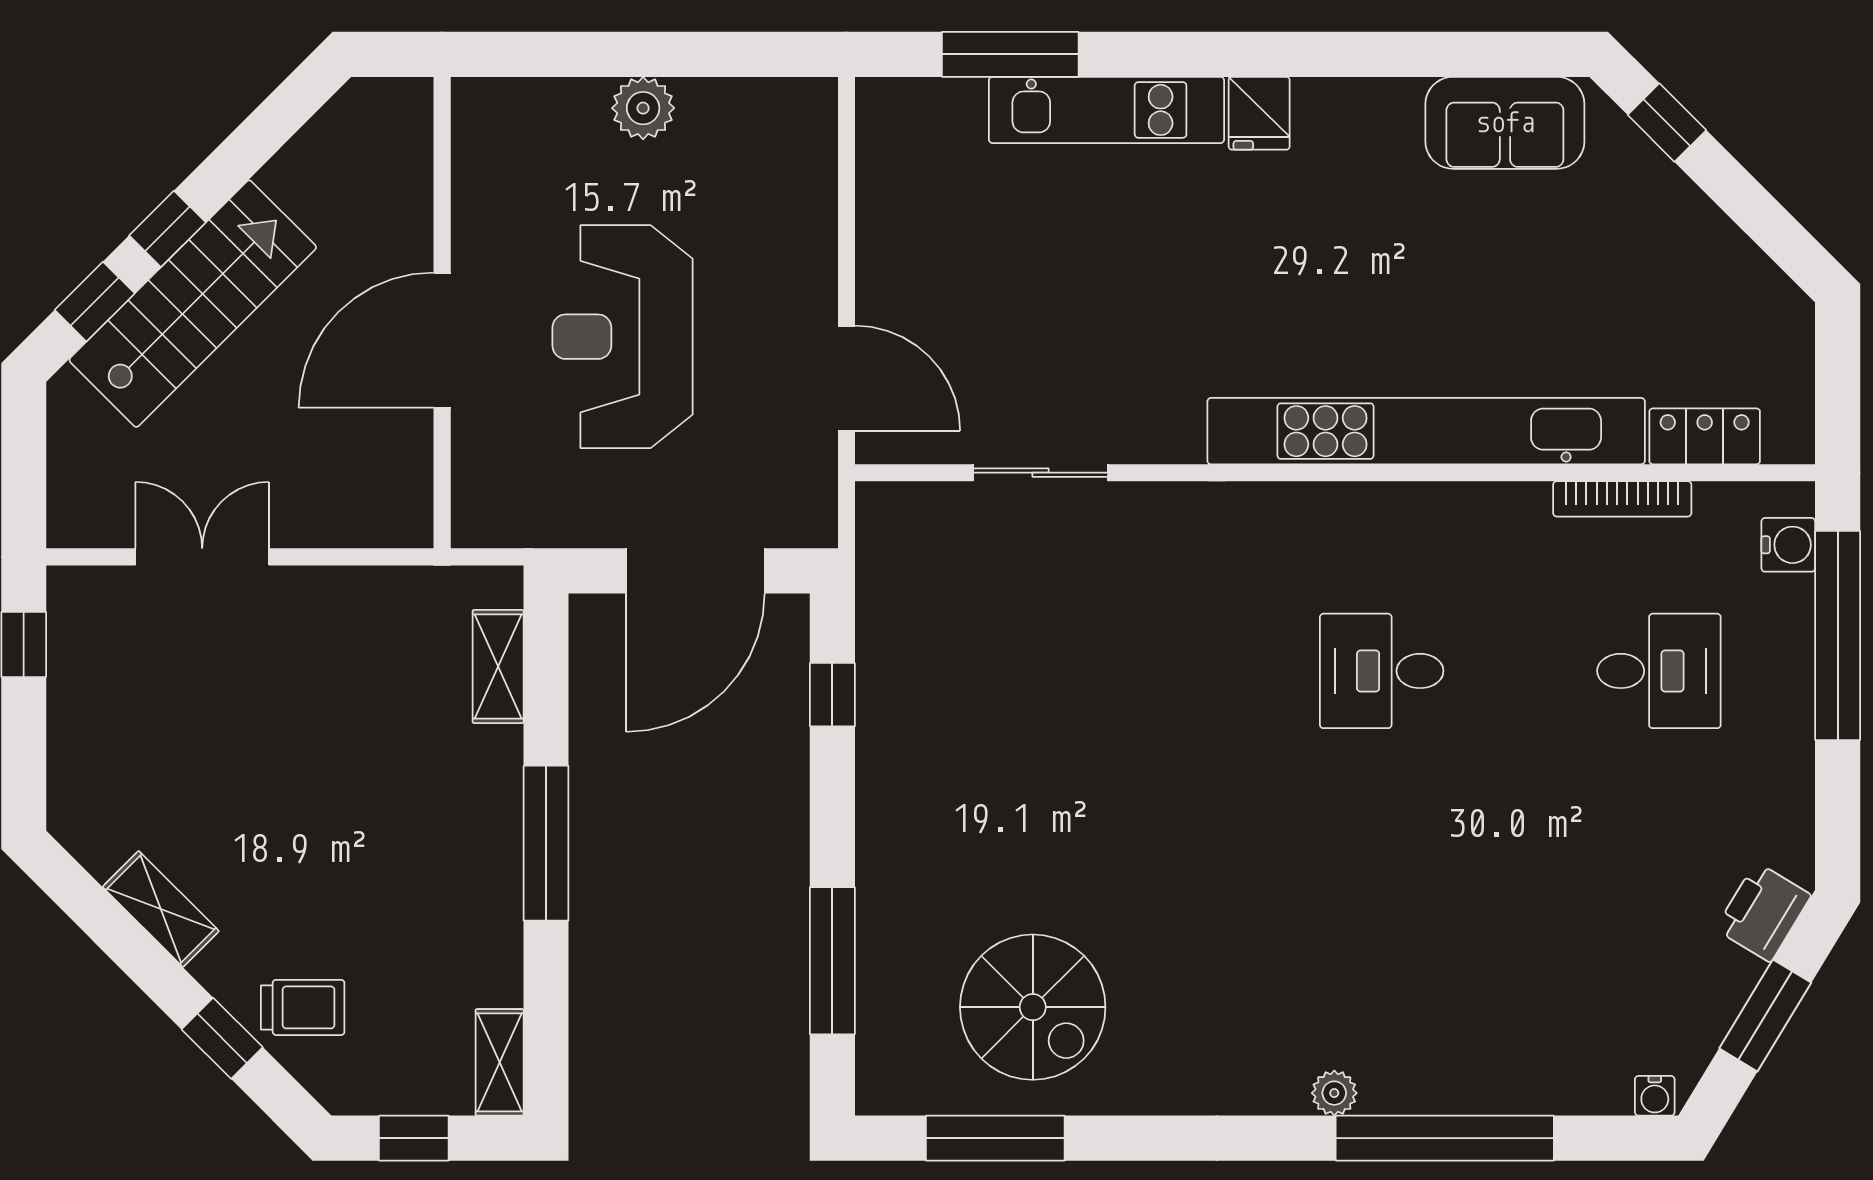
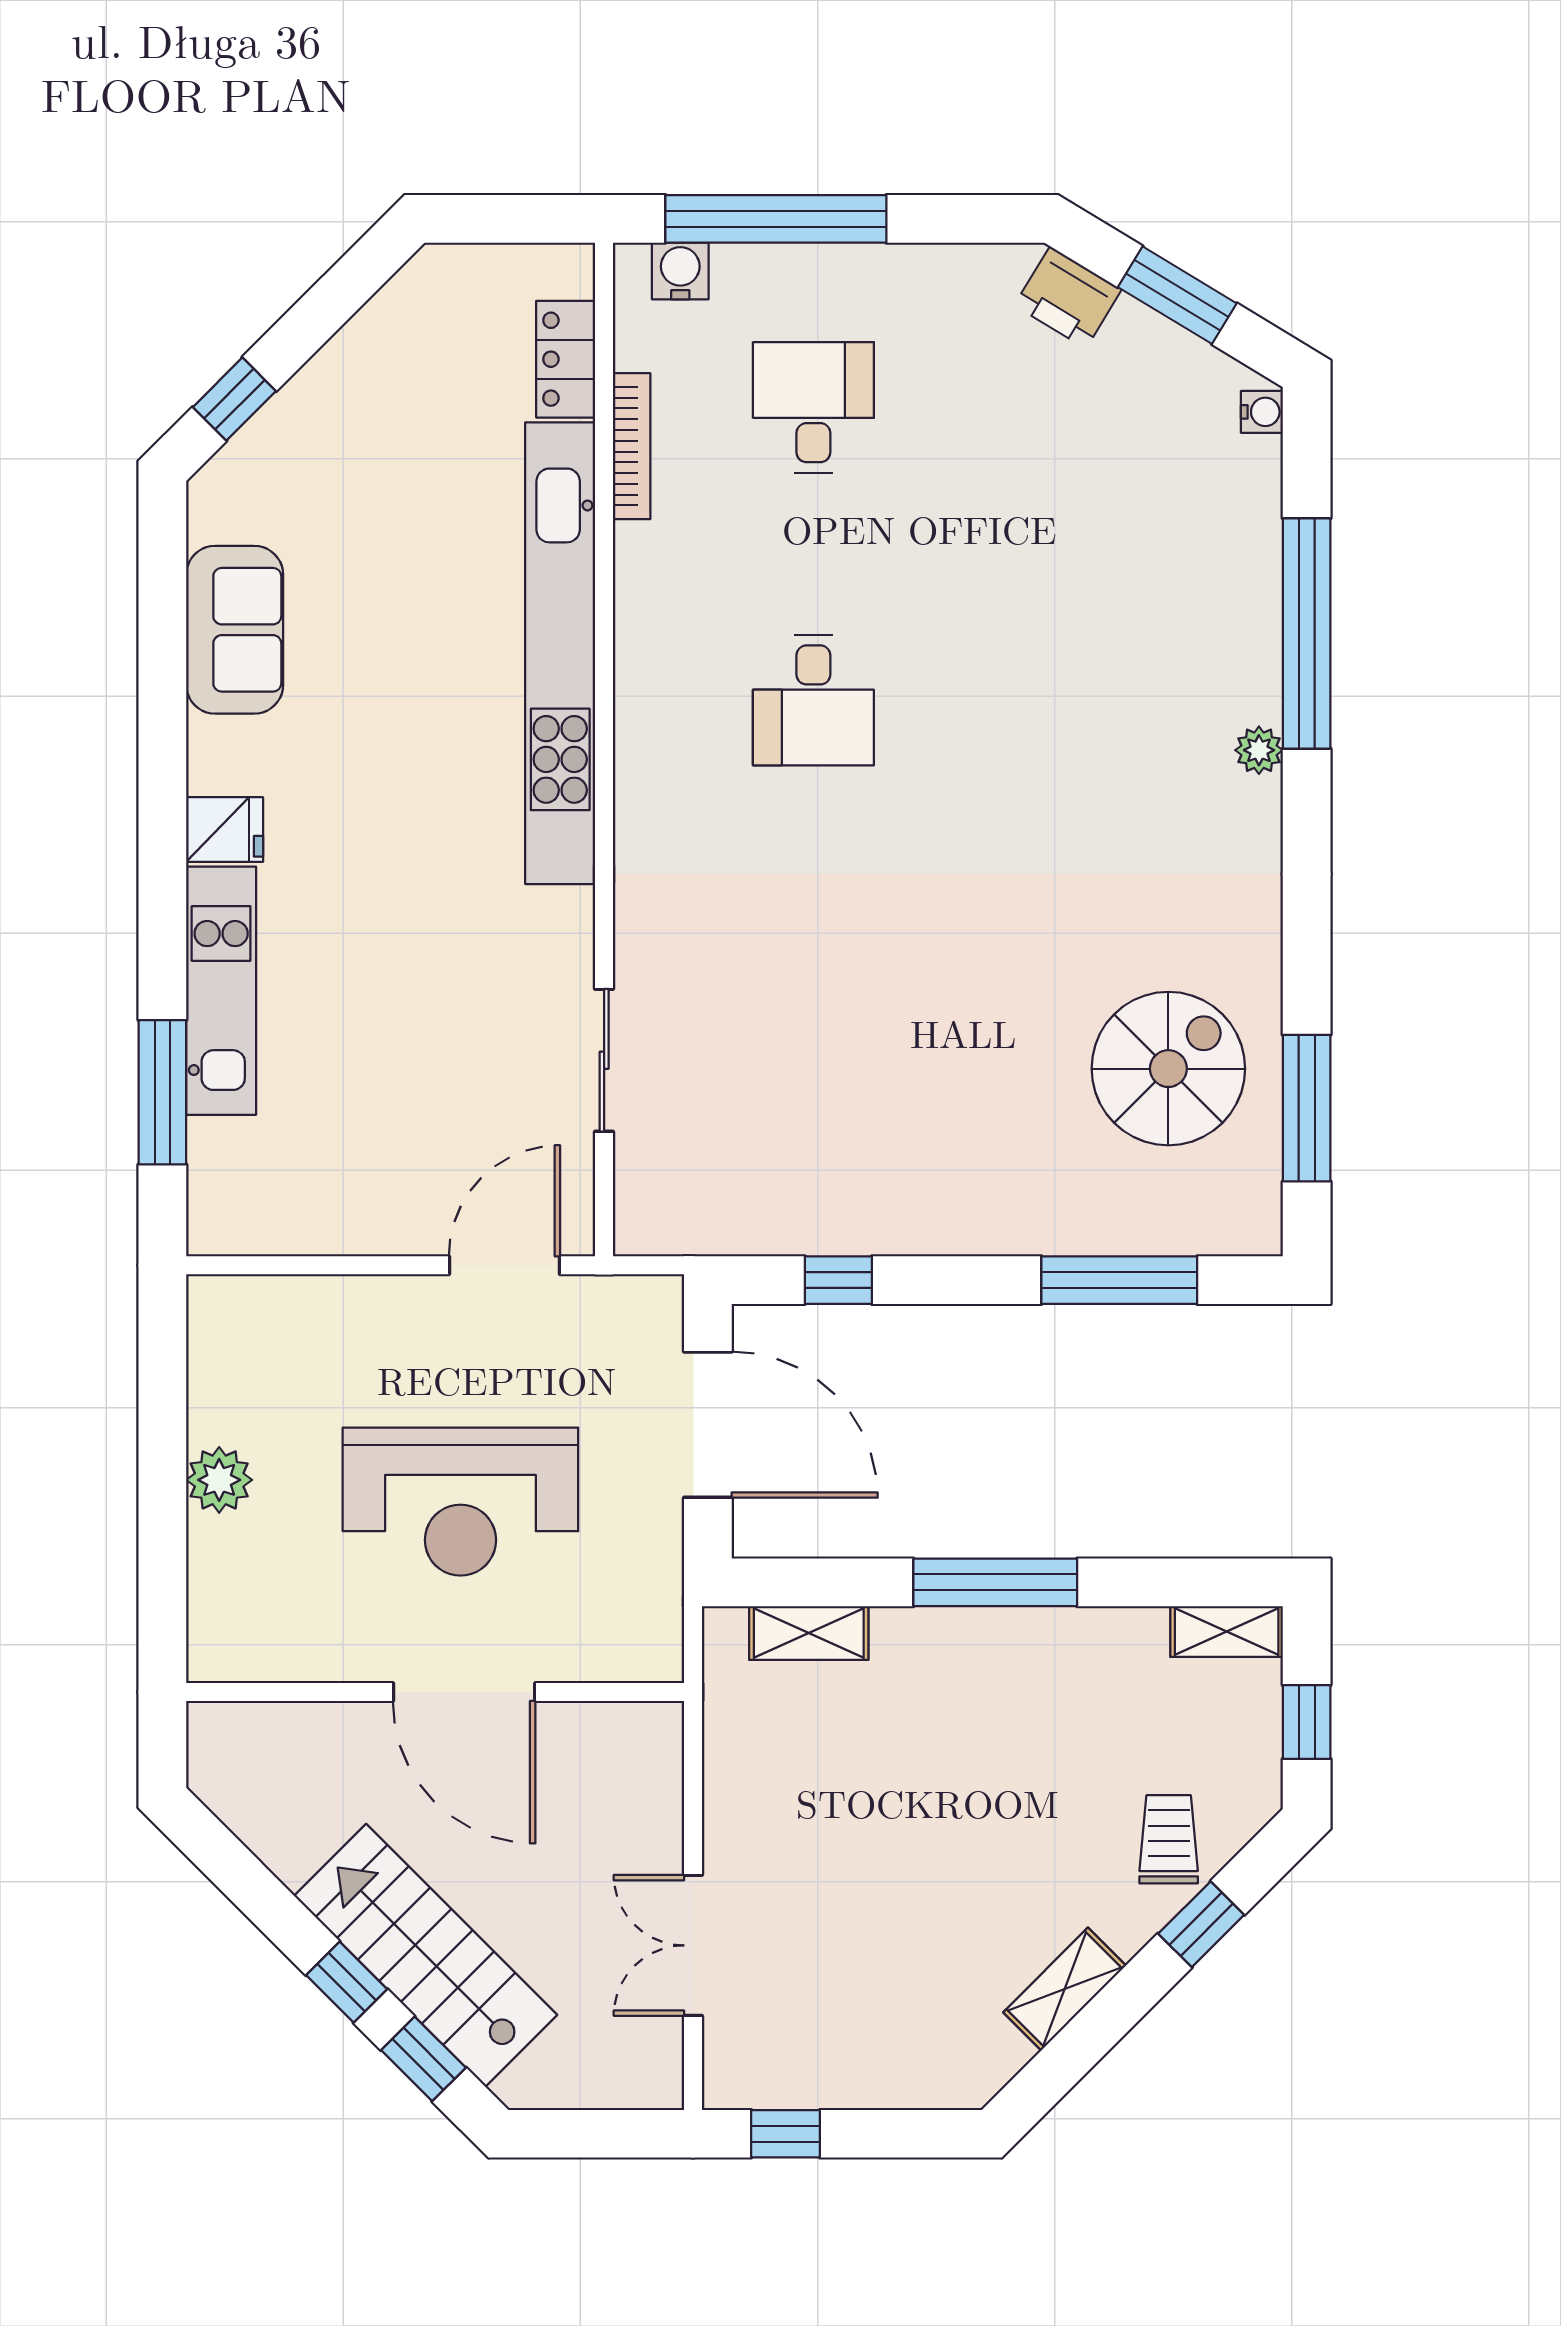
sofa: (1505, 123) -> (235, 630), moved

